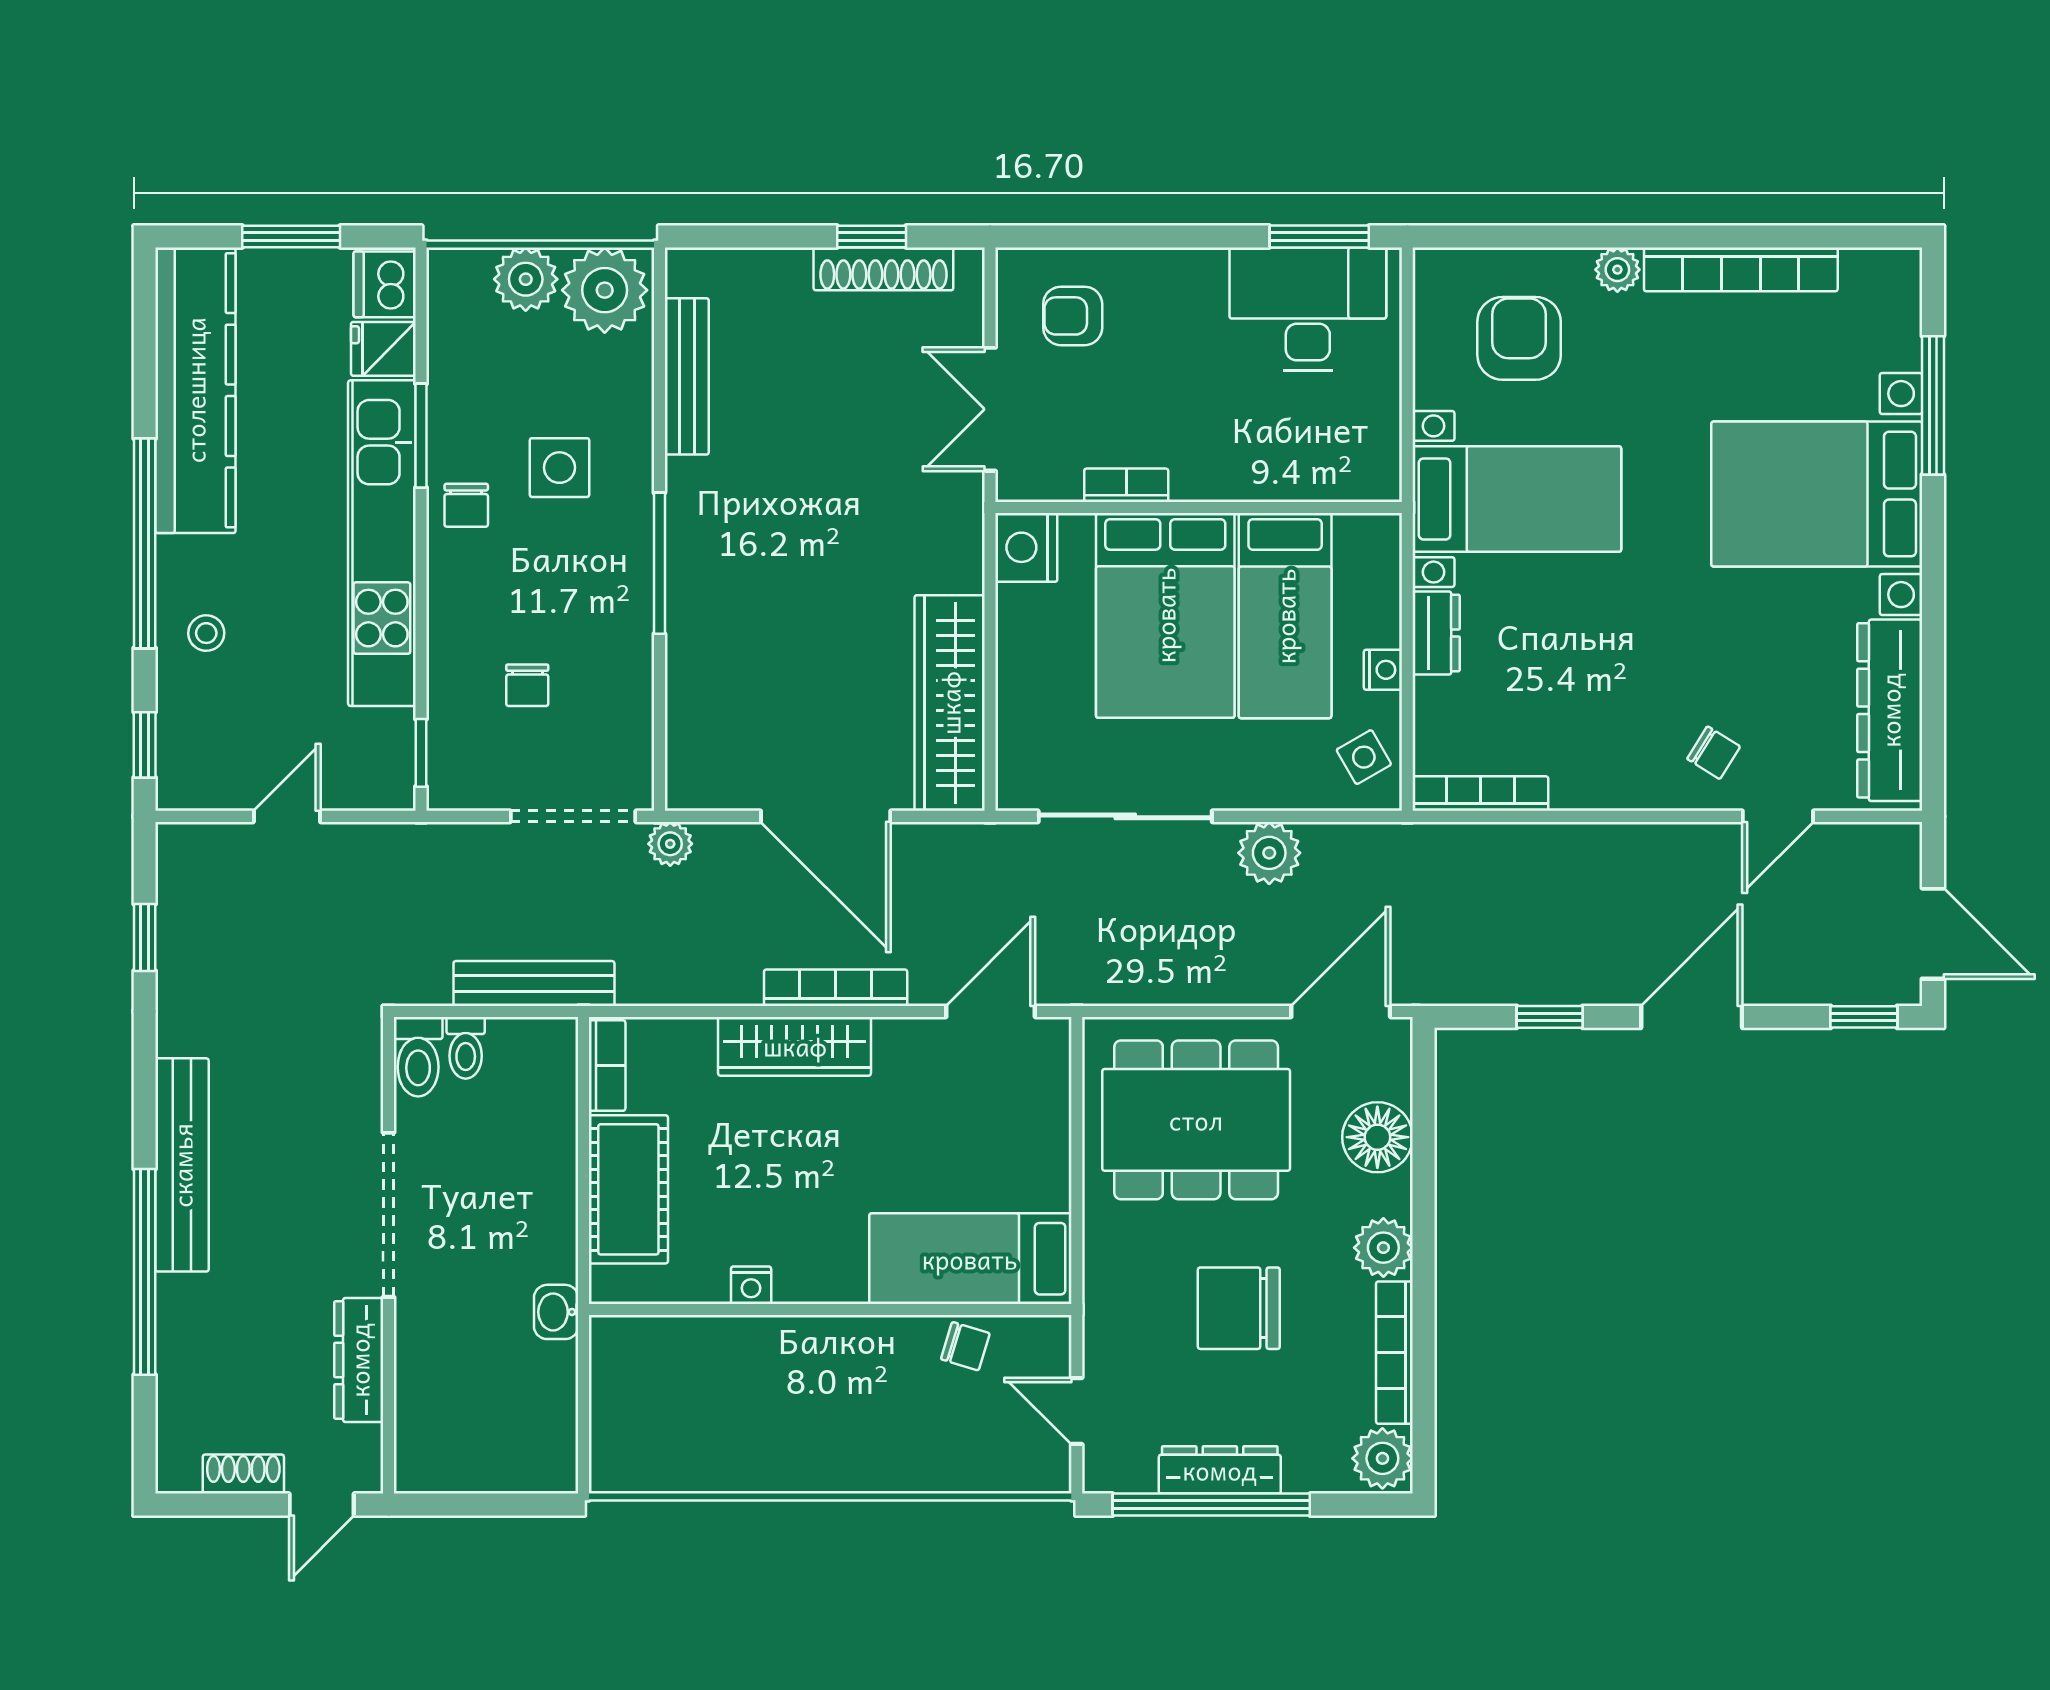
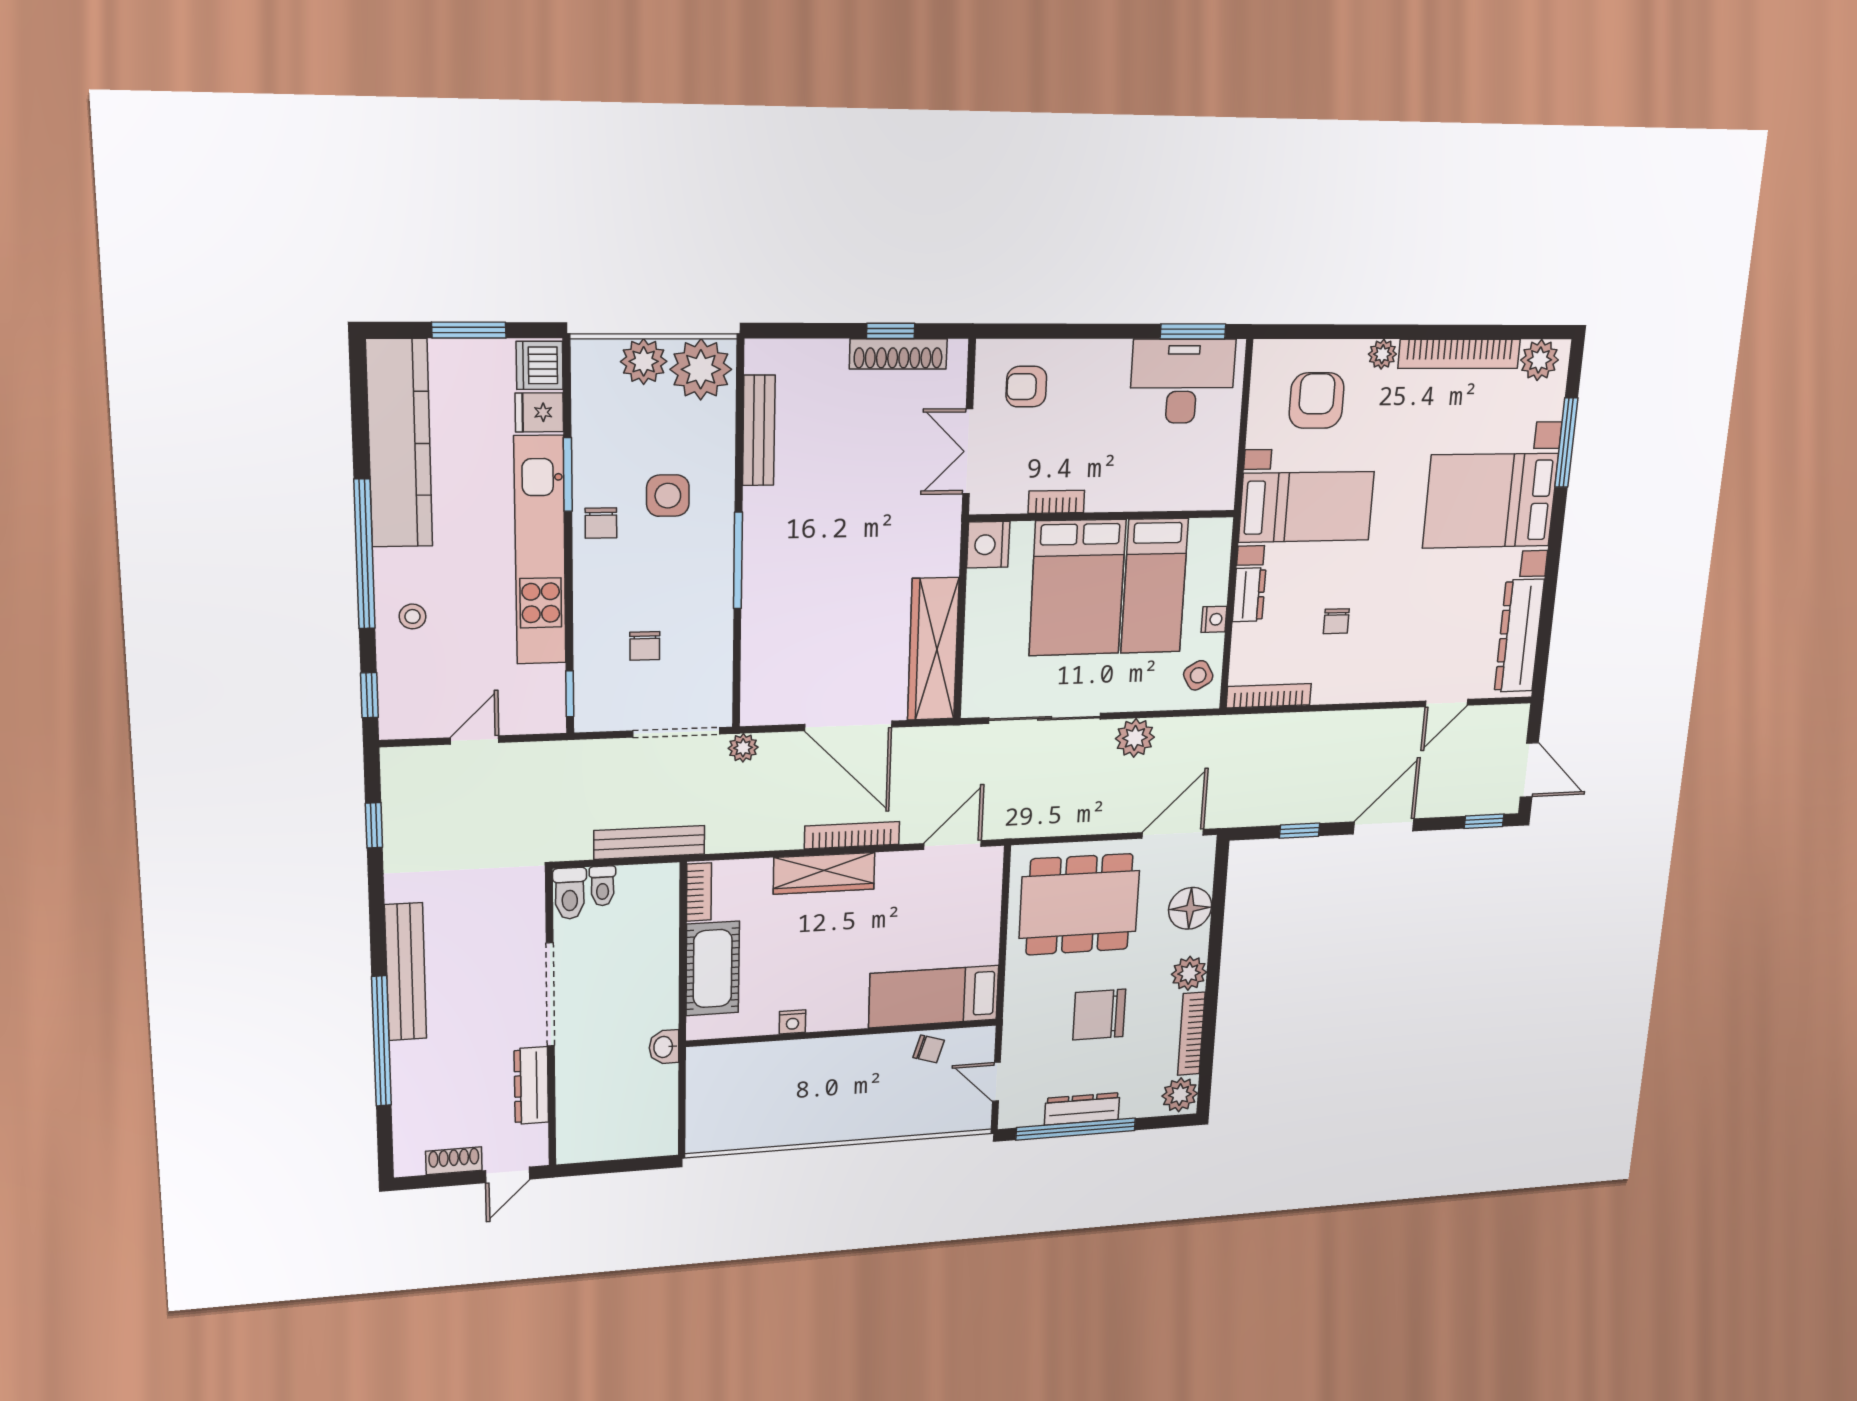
plant: (1873, 279) -> (1539, 360), added
chair: (1714, 753) -> (1336, 621), moved, turned 58

